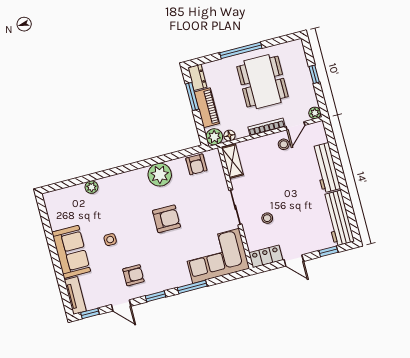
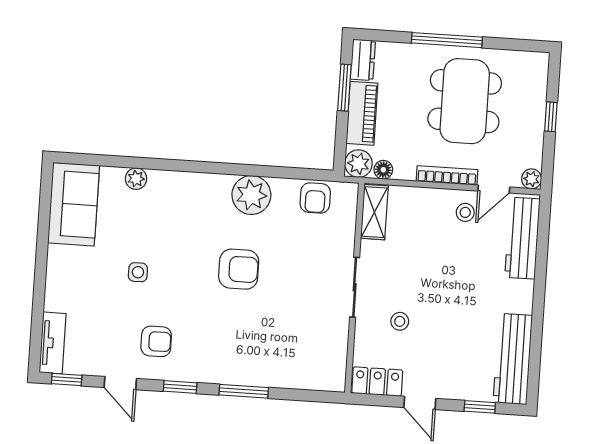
workbench: (326, 168) -> (522, 238), moved
sofa: (71, 252) -> (74, 204), moved
corner sofa: (216, 256) -> (298, 354), removed

